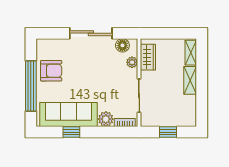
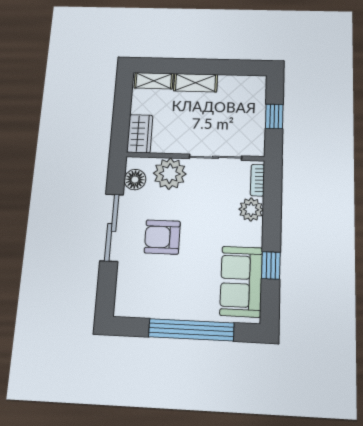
wardrobe: (148, 57) -> (140, 134), moved, turned 90
plant: (132, 62) -> (170, 174), width x1.88, depth x1.88
armchair: (51, 71) -> (162, 237), moved, turned -90
sofa: (69, 115) -> (241, 281), width x0.73

